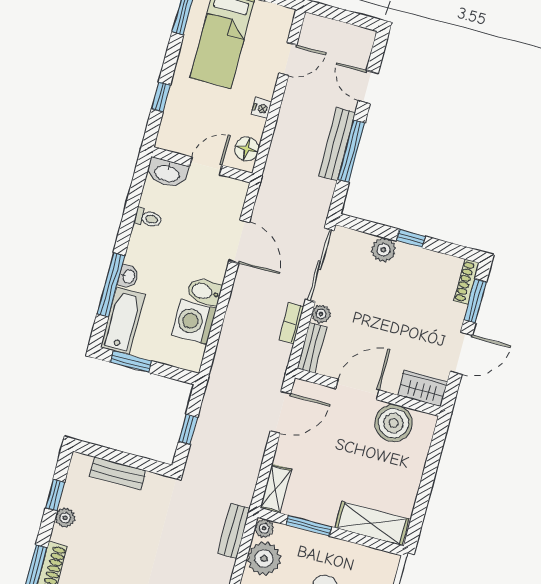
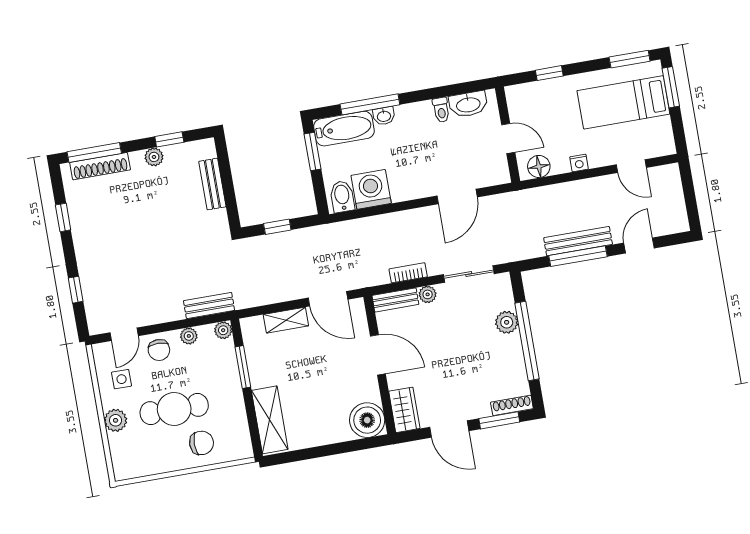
washbasin: (167, 173) -> (468, 104), moved, turned -90
window: (411, 239) -> (527, 341), width x3.17
sliding door: (320, 265) -> (469, 274), width x0.73
bidet: (204, 292) -> (342, 197), moved
boiler: (394, 423) -> (367, 420), moved
shelving: (276, 489) -> (286, 320), moved
plant: (264, 559) -> (189, 336), width x0.53, depth x0.53

